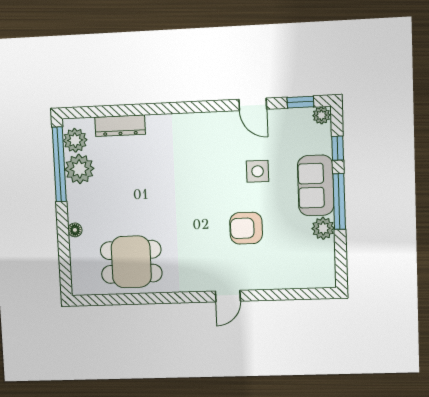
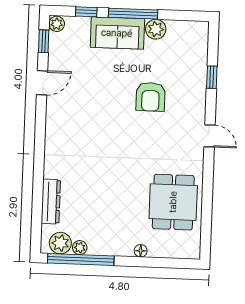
plant: (79, 169) -> (80, 248), width x0.53, depth x0.53
side table: (258, 171) -> (101, 83), removed
window: (273, 295) -> (212, 77), added
door: (228, 296) -> (210, 136), moved

